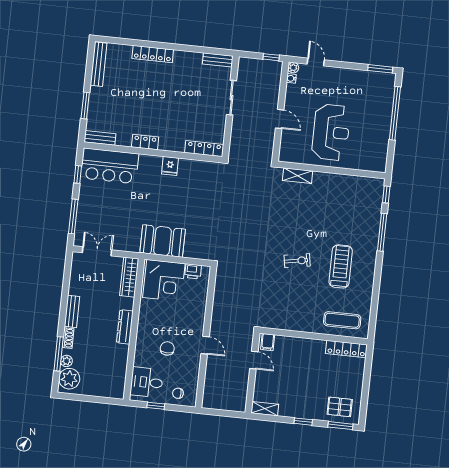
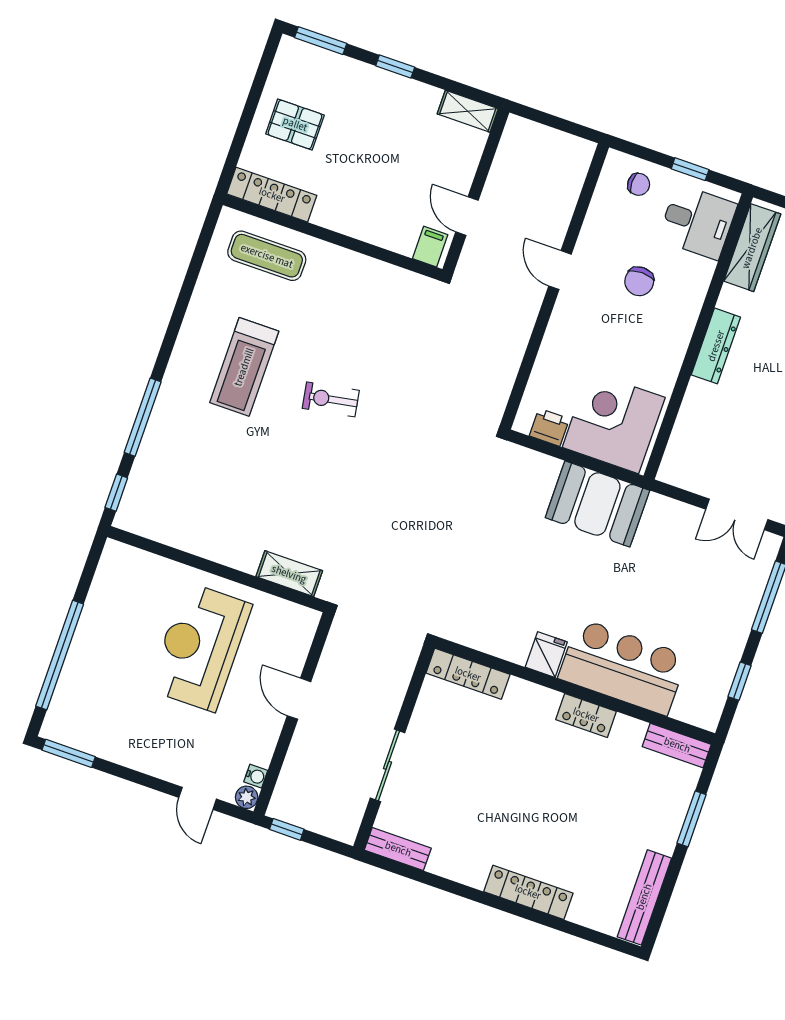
bar counter: (110, 166) -> (623, 667), moved
wardrobe: (129, 277) -> (752, 248), moved
pallet: (340, 407) -> (295, 124), moved

